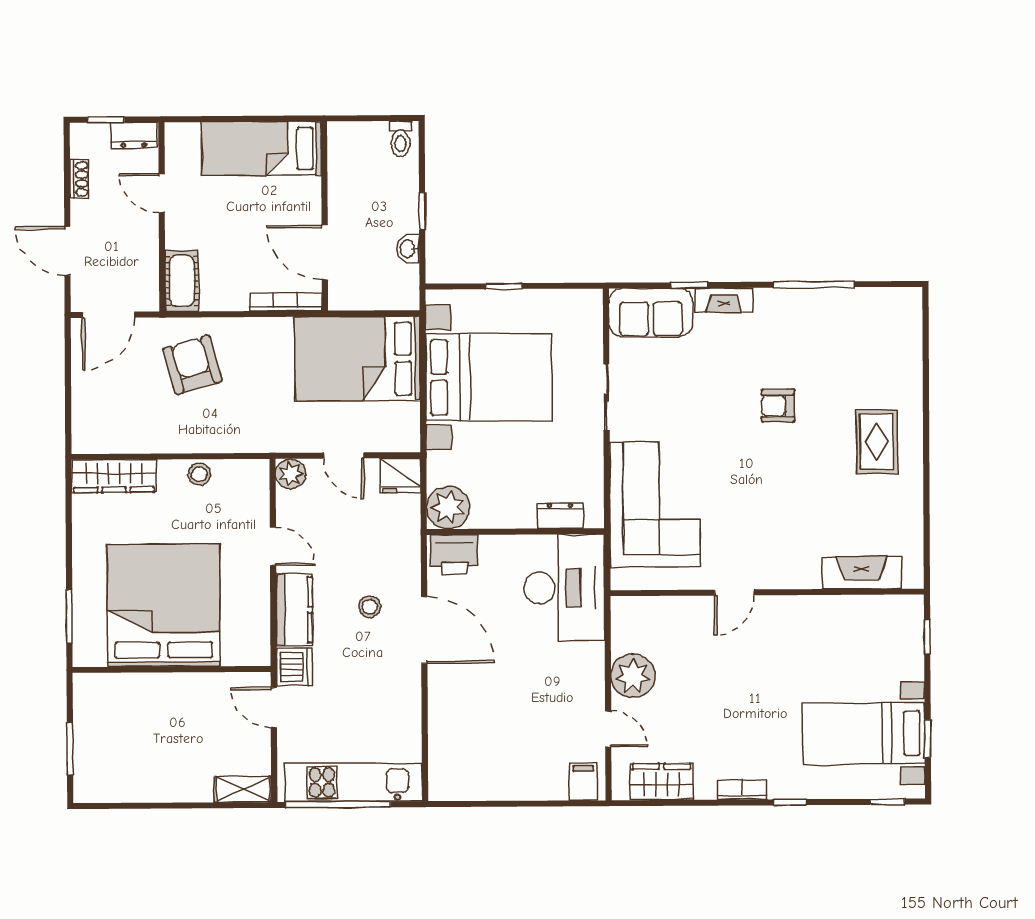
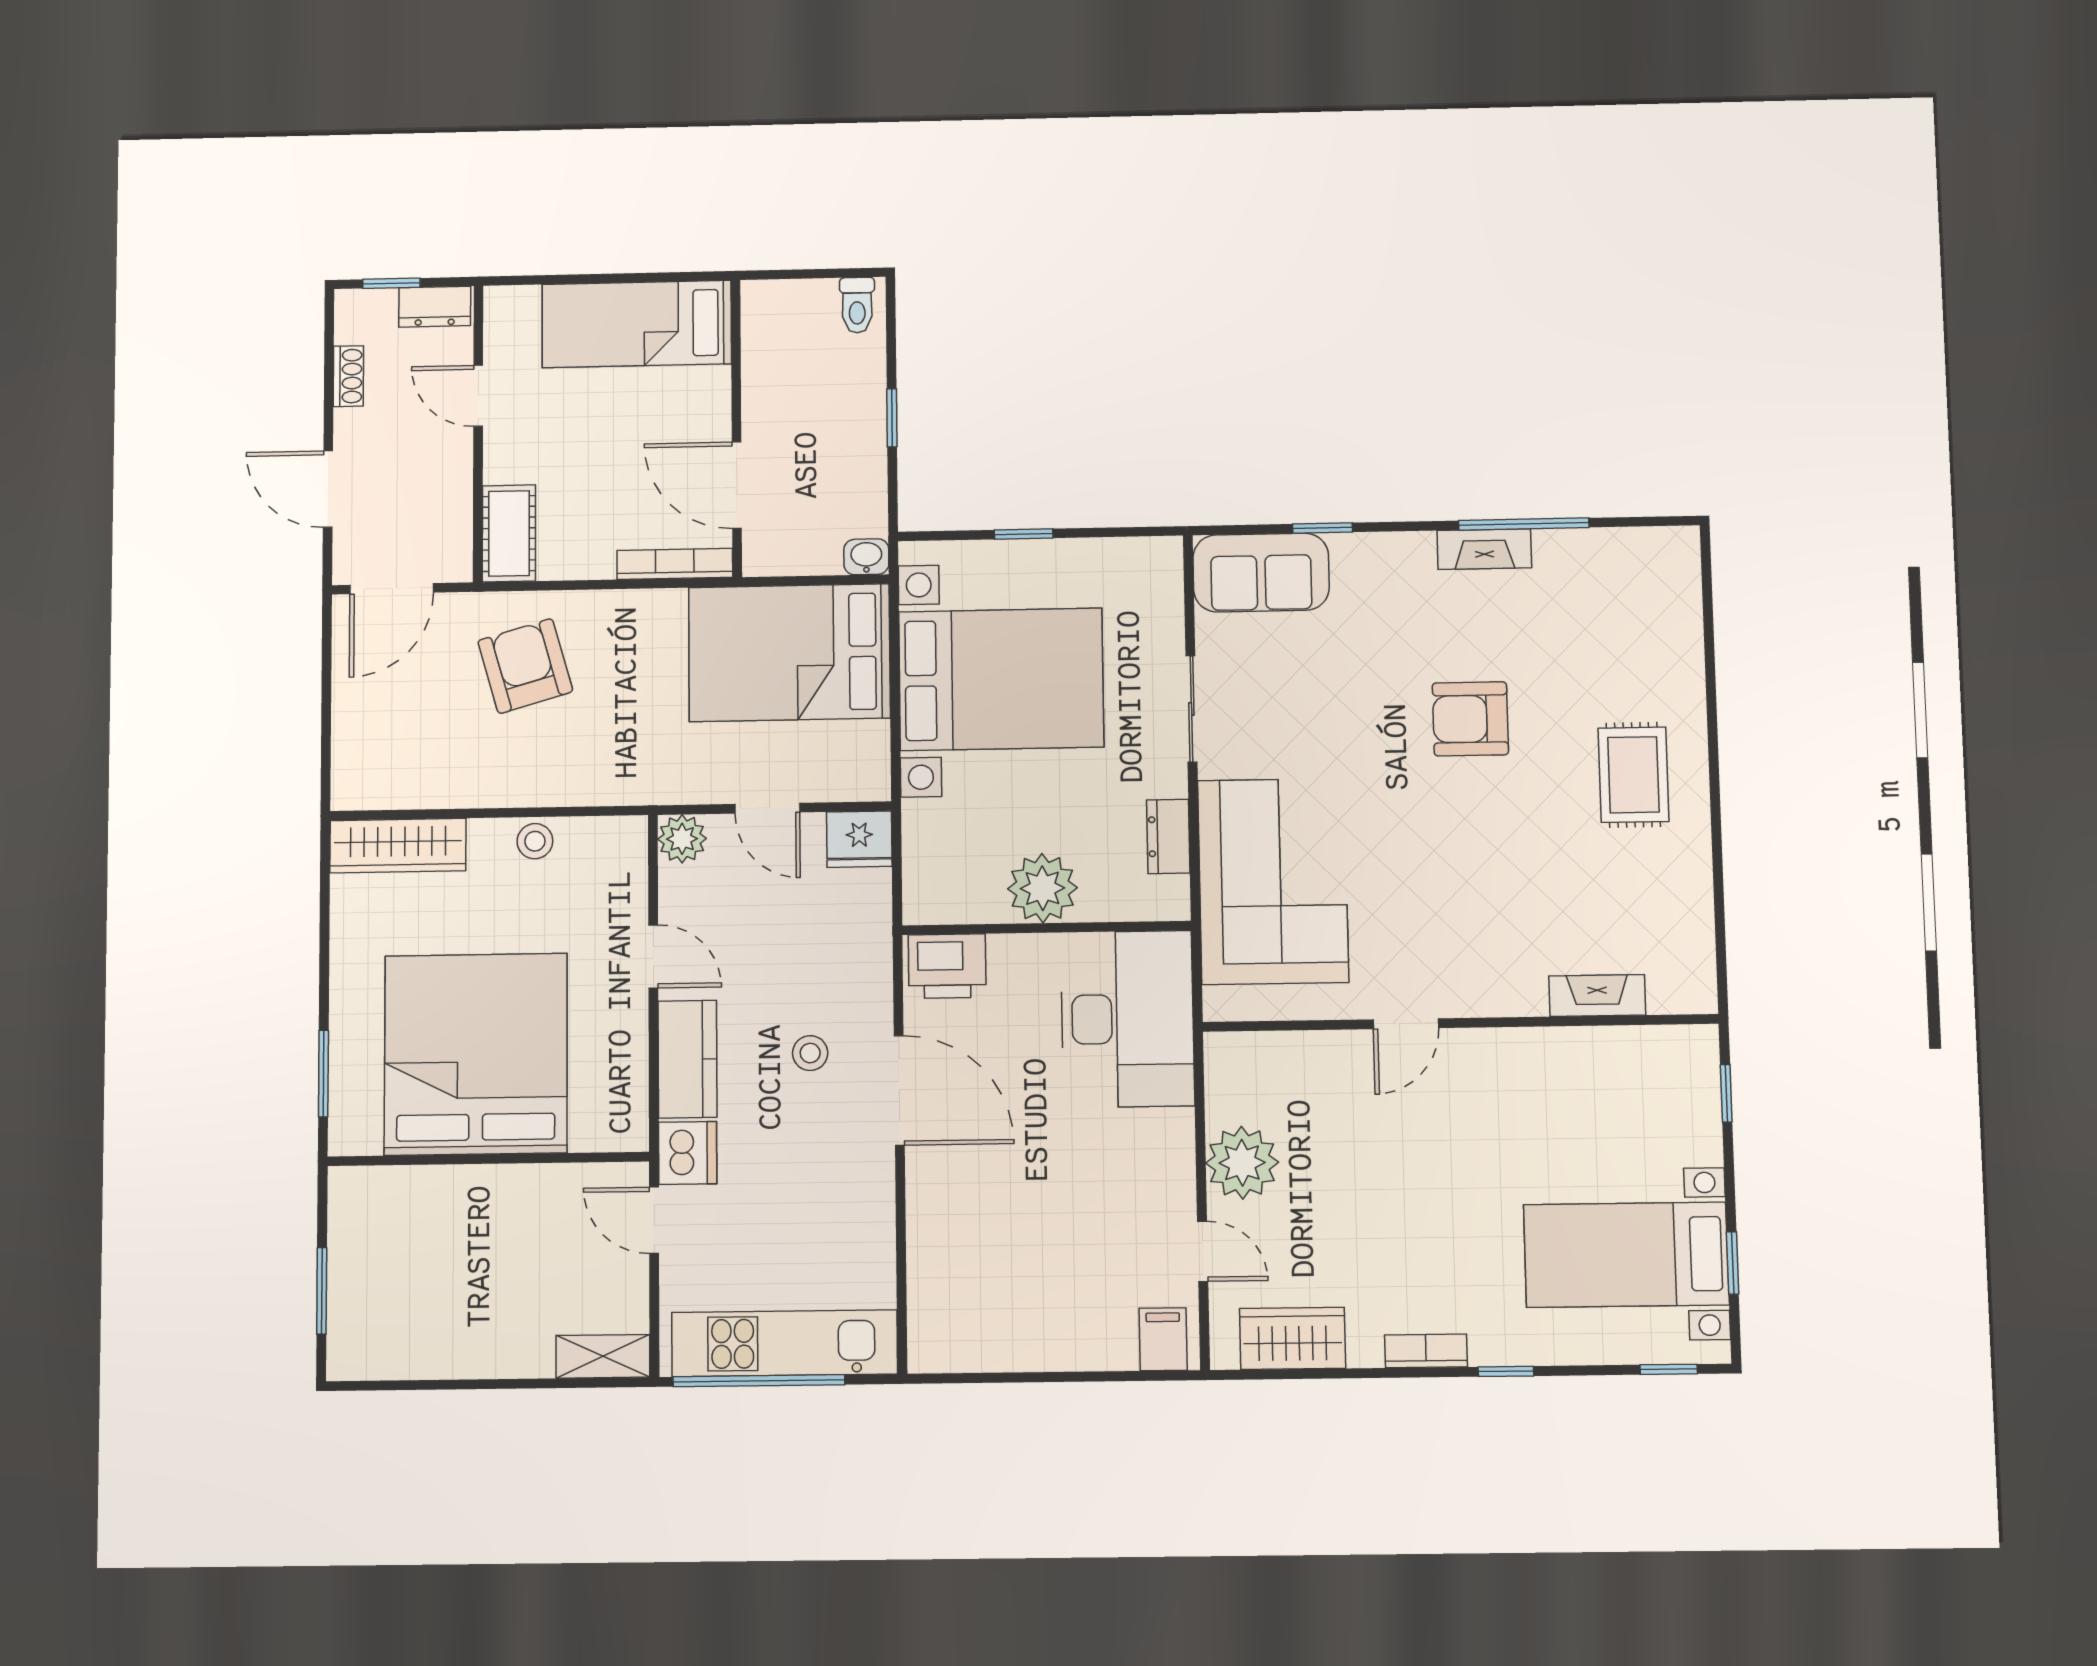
washbasin: (408, 249) -> (866, 557), moved, turned 90
fireplace: (724, 300) -> (1484, 549), moved
armchair: (778, 406) -> (1470, 719), width x1.38, depth x1.38
plant: (448, 507) -> (1042, 888), moved
dresser: (560, 516) -> (1168, 836), moved, turned -90
fireplace: (862, 573) -> (1597, 995), width x0.73, depth x0.76

